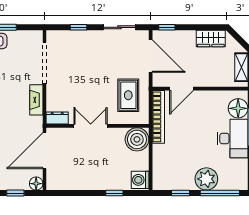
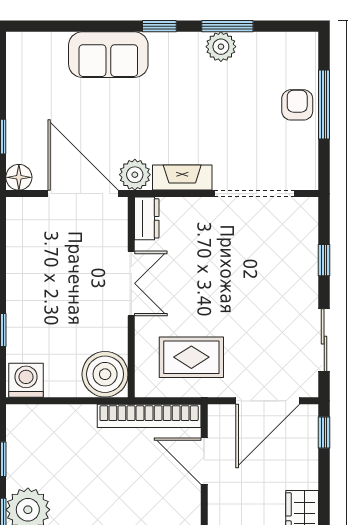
plant: (35, 124) -> (135, 175), added

